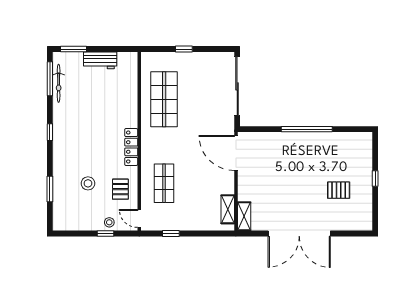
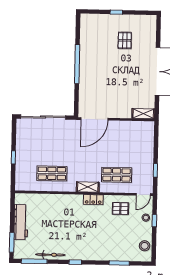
workbench: (100, 60) -> (21, 222), width x1.38
bicycle: (59, 83) -> (50, 255), moved
shop shelf: (164, 99) -> (52, 173), width x0.70, depth x0.74
locker: (131, 147) -> (93, 200), width x0.66
stool: (88, 183) -> (145, 246), moved
shelving: (228, 209) -> (88, 187), moved

